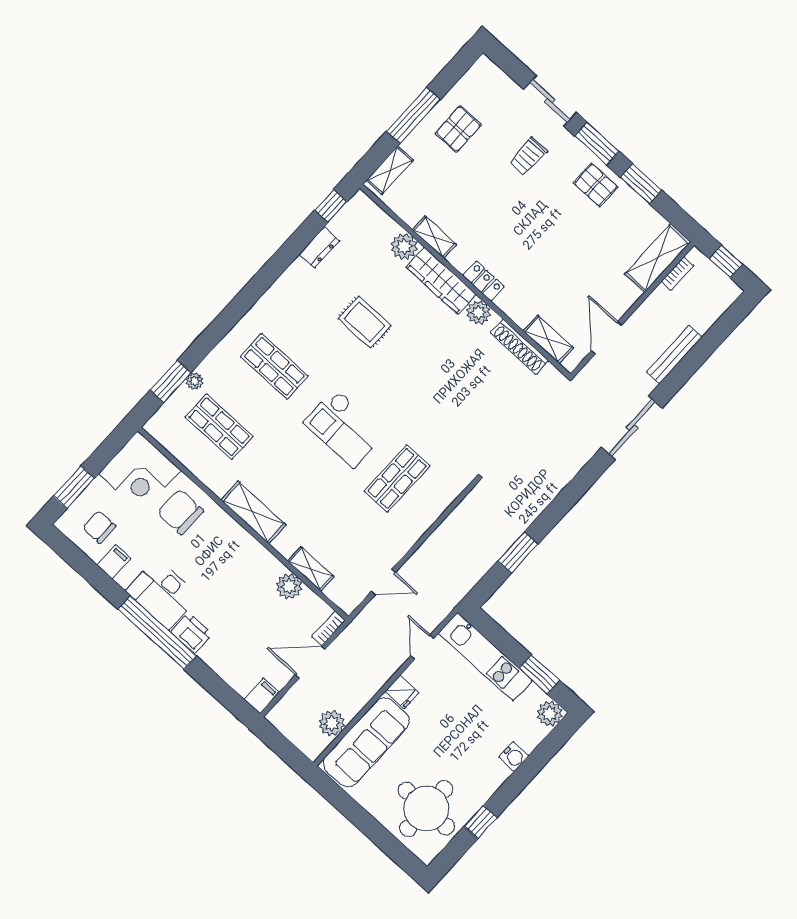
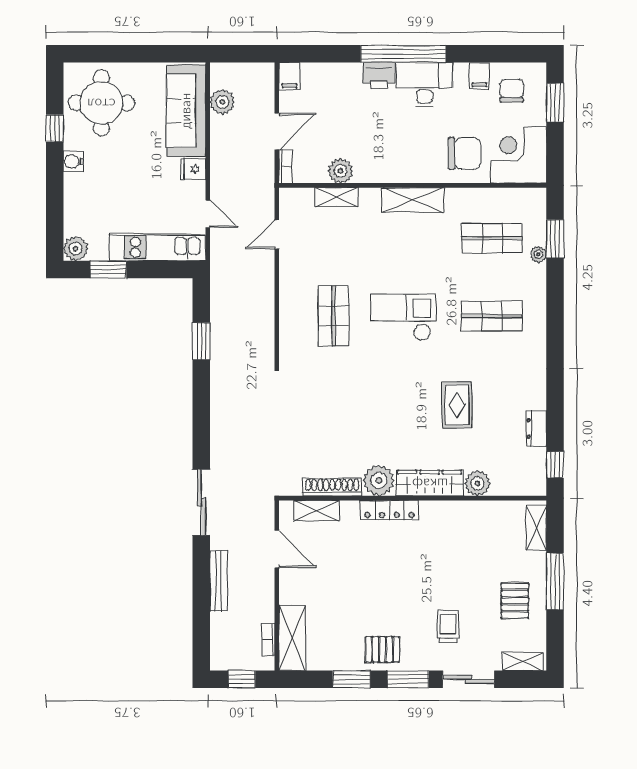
shelving: (434, 237) -> (523, 662), moved
locker: (484, 281) -> (389, 510), width x1.53
plant: (478, 313) -> (379, 481), width x1.36, depth x1.36
rug: (364, 322) -> (457, 405), turned 90
chair: (99, 527) -> (512, 91), turned -90
water cooler: (514, 756) -> (73, 162), moved

